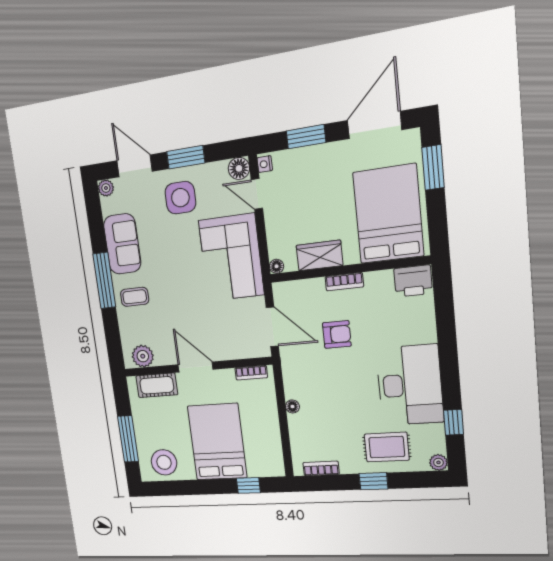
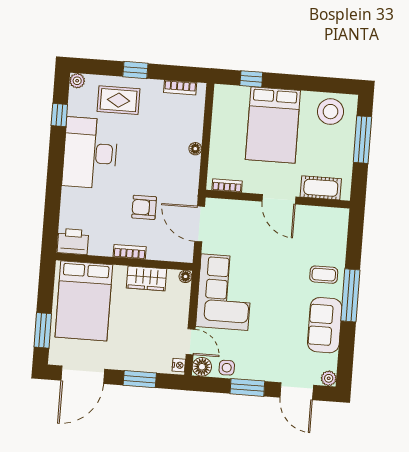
side table: (180, 198) -> (227, 368), moved, width x0.54, depth x0.54
plant: (143, 356) -> (328, 218), removed

